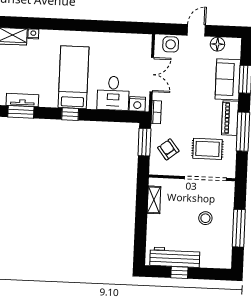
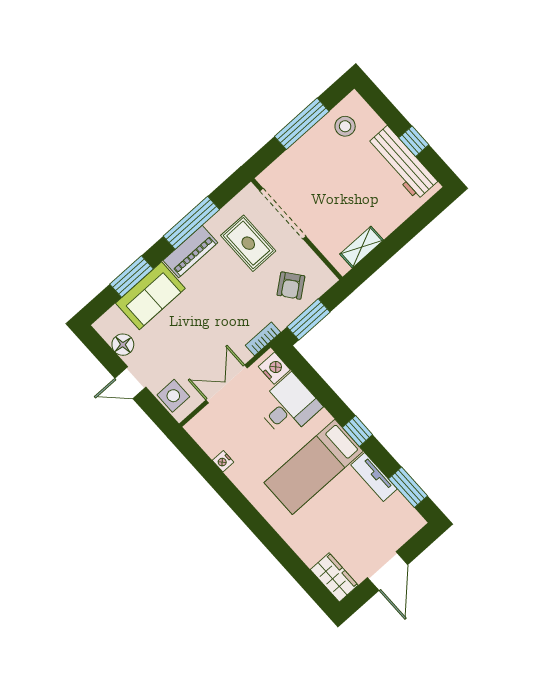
nightstand: (33, 34) -> (223, 461), moved
tv unit: (22, 100) -> (374, 477), moved
stool: (205, 218) -> (345, 126), moved

